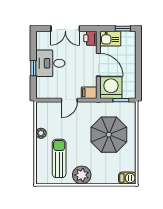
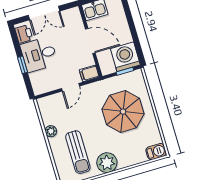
printer: (90, 38) -> (24, 34), moved, turned 180
washing machine: (111, 88) -> (125, 57), moved
sun lounger: (59, 158) -> (78, 152), turned 180

